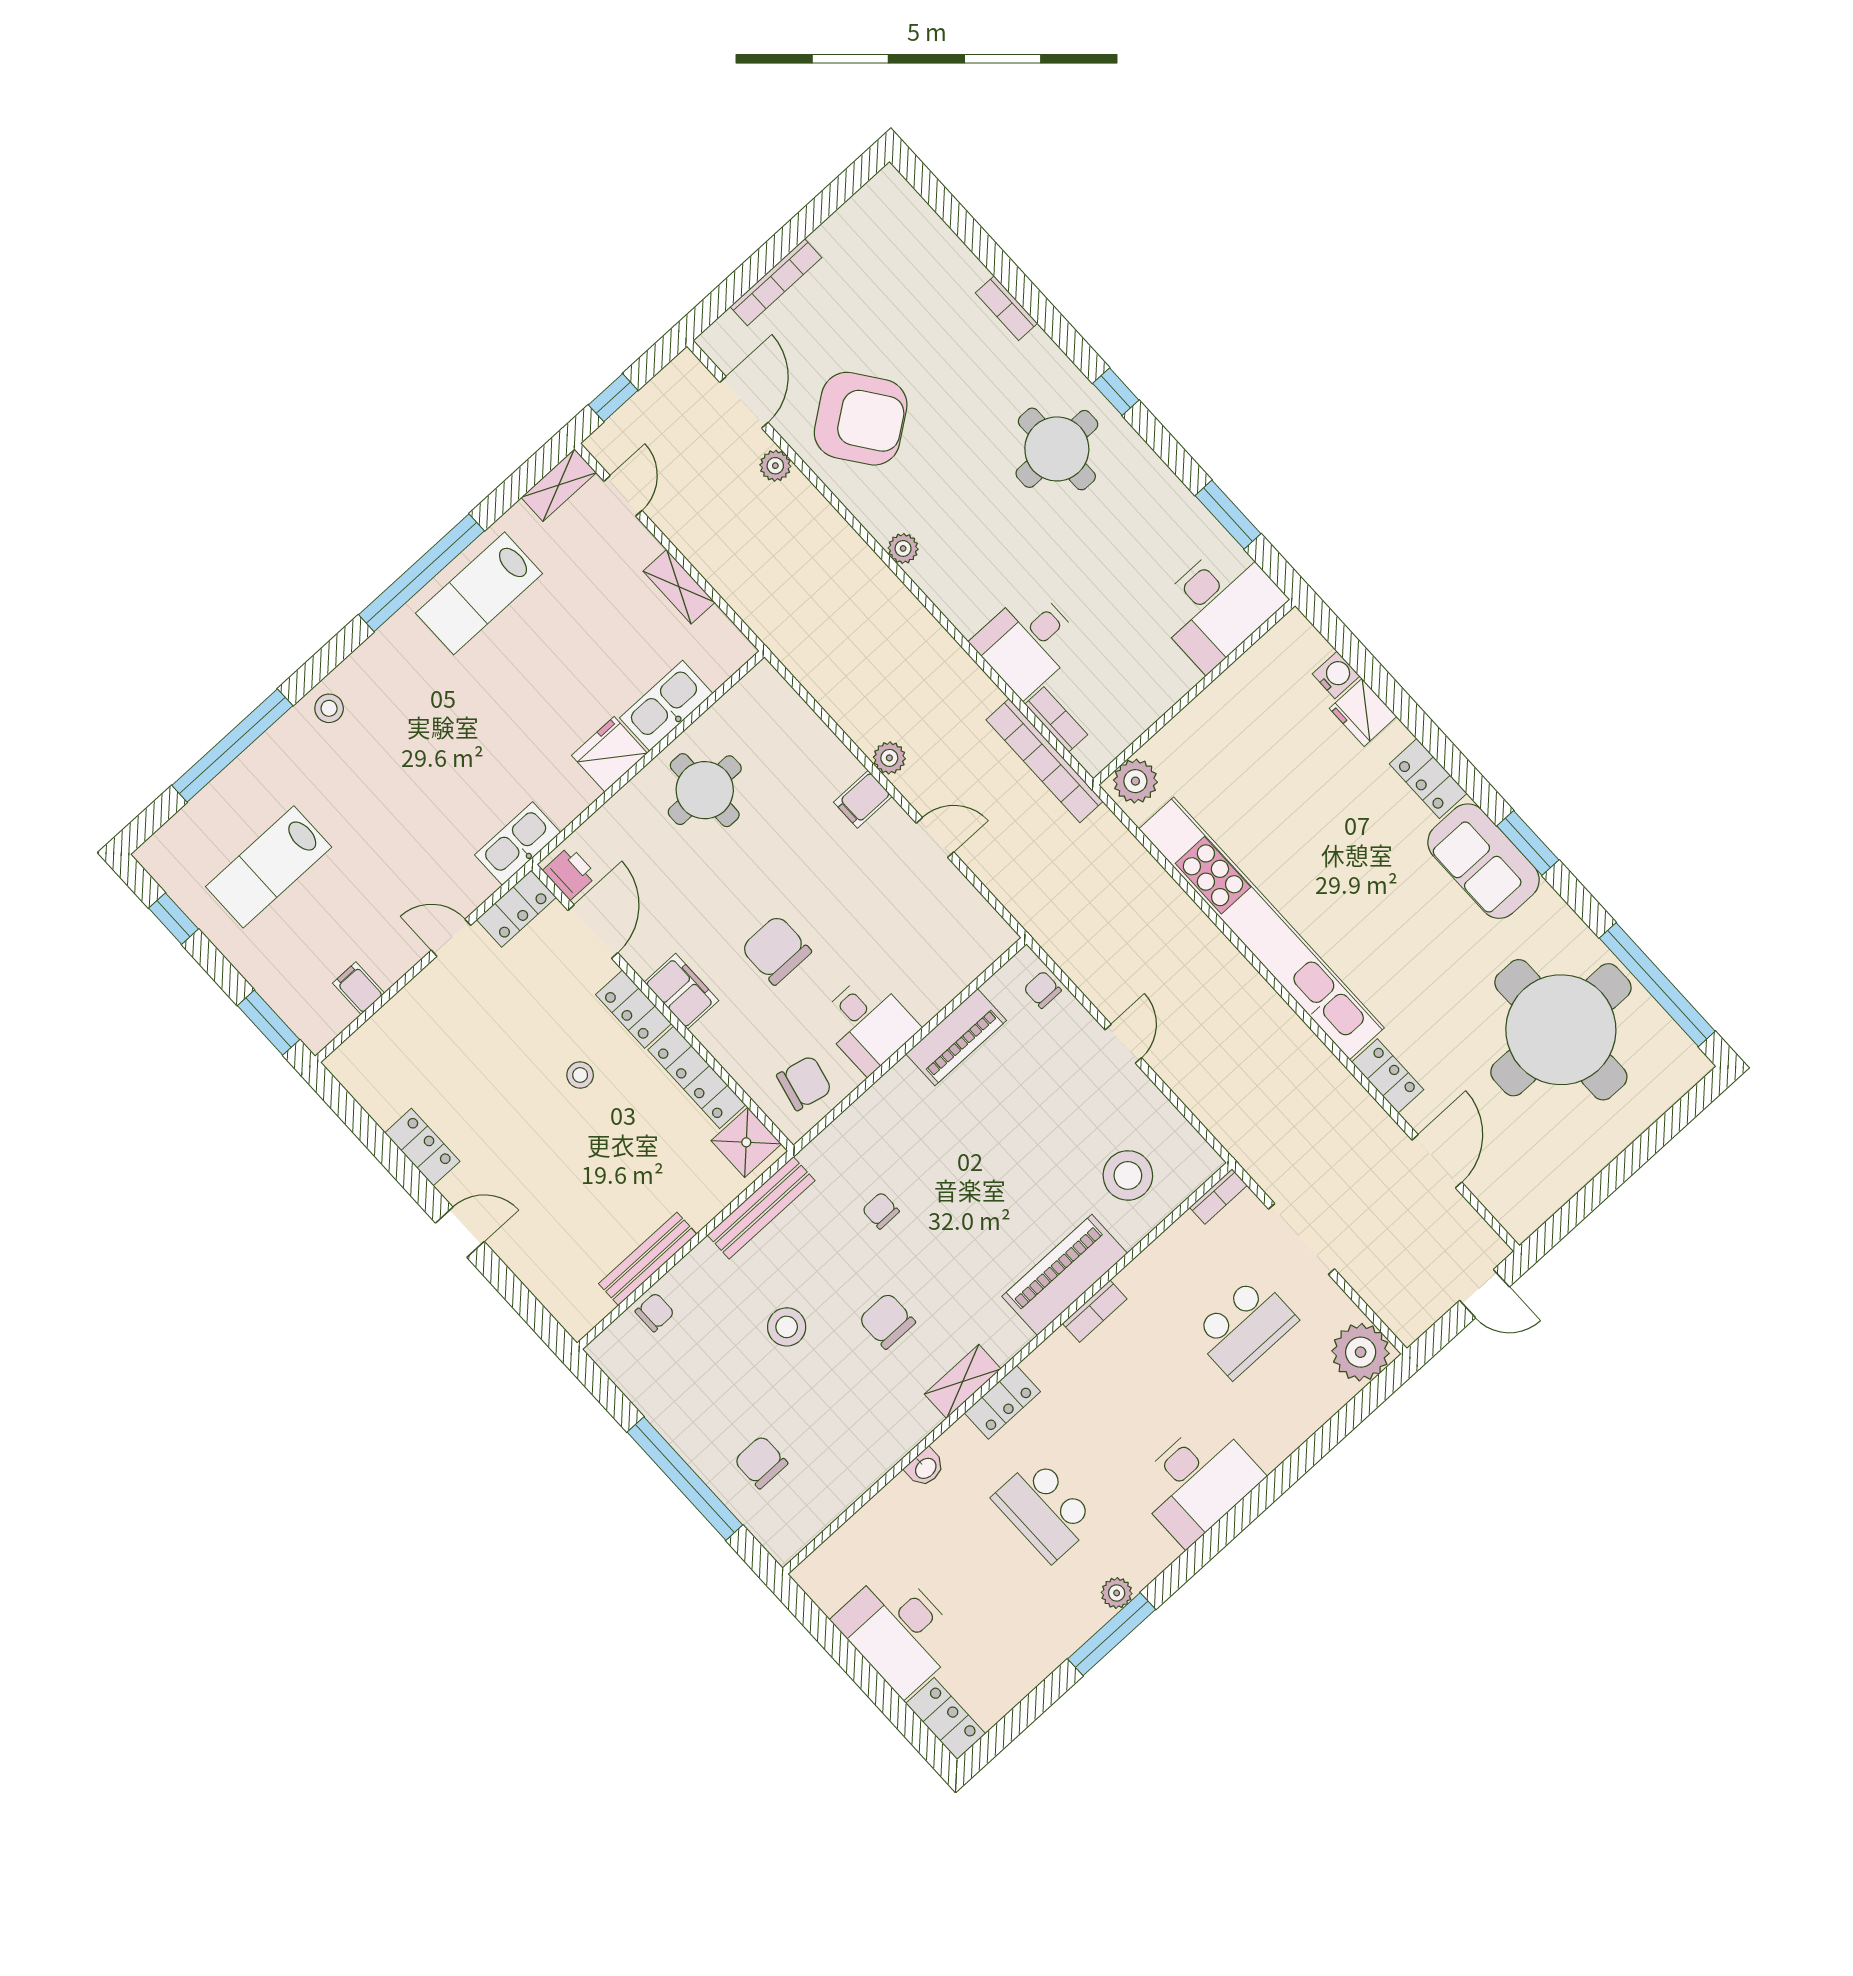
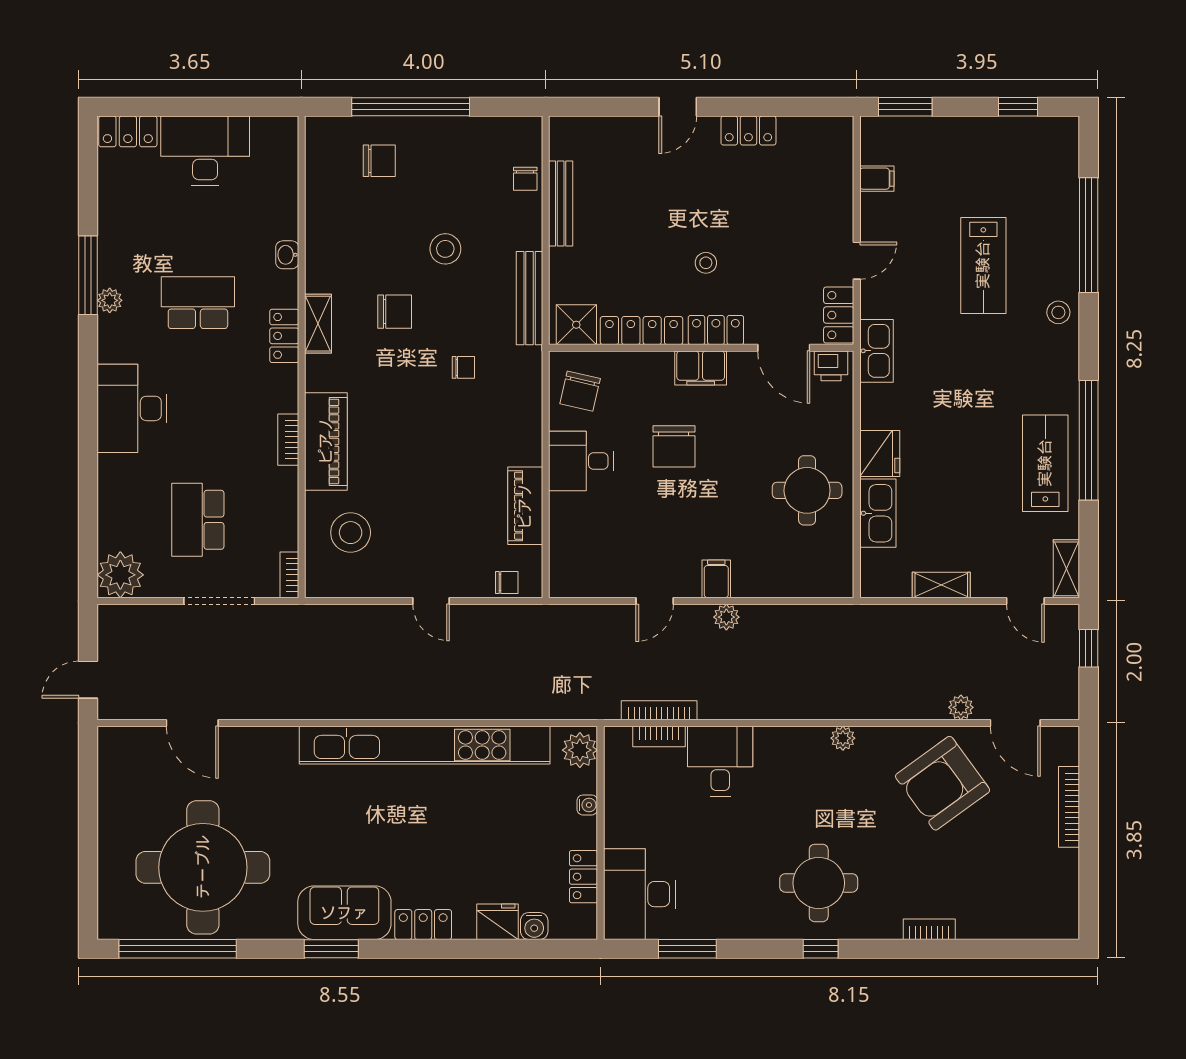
water cooler: (1180, 728) -> (587, 805), added
bookcase: (1044, 761) -> (659, 710), width x0.68, depth x0.76
lab bench: (269, 867) -> (983, 265), moved, turned 180
chair: (776, 950) -> (674, 446), turned 90
locker: (1388, 1076) -> (584, 877), moved, turned 90

